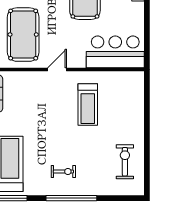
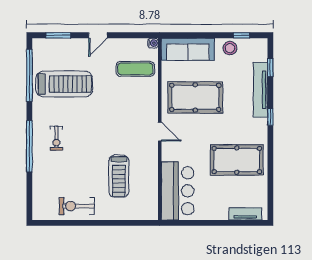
treadmill: (88, 104) -> (119, 176), moved, turned -90
exercise bike: (125, 162) -> (77, 206), moved, turned 180

